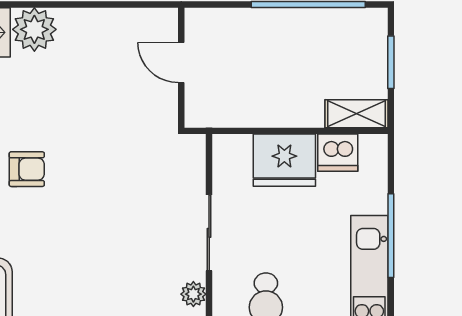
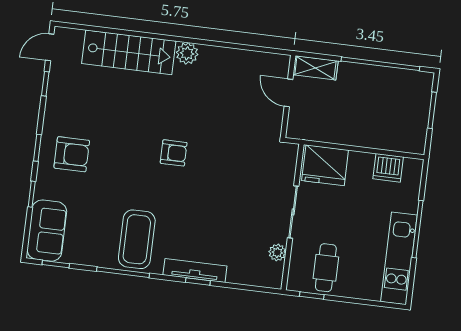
plant: (34, 29) -> (187, 53), width x0.73, depth x0.73
shelving: (356, 114) -> (315, 68), moved
fridge: (284, 160) -> (325, 165), moved

